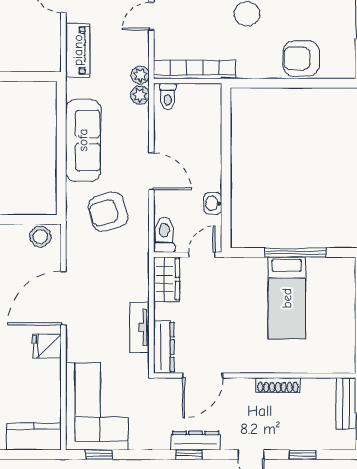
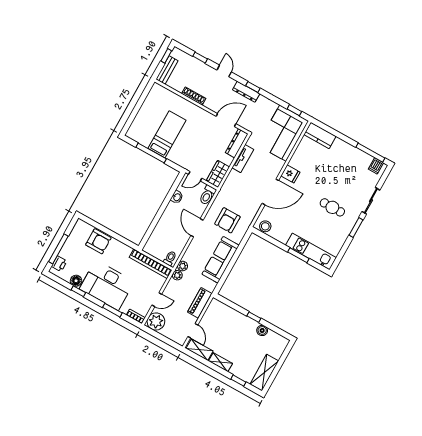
armchair: (108, 212) -> (227, 220), turned 106

